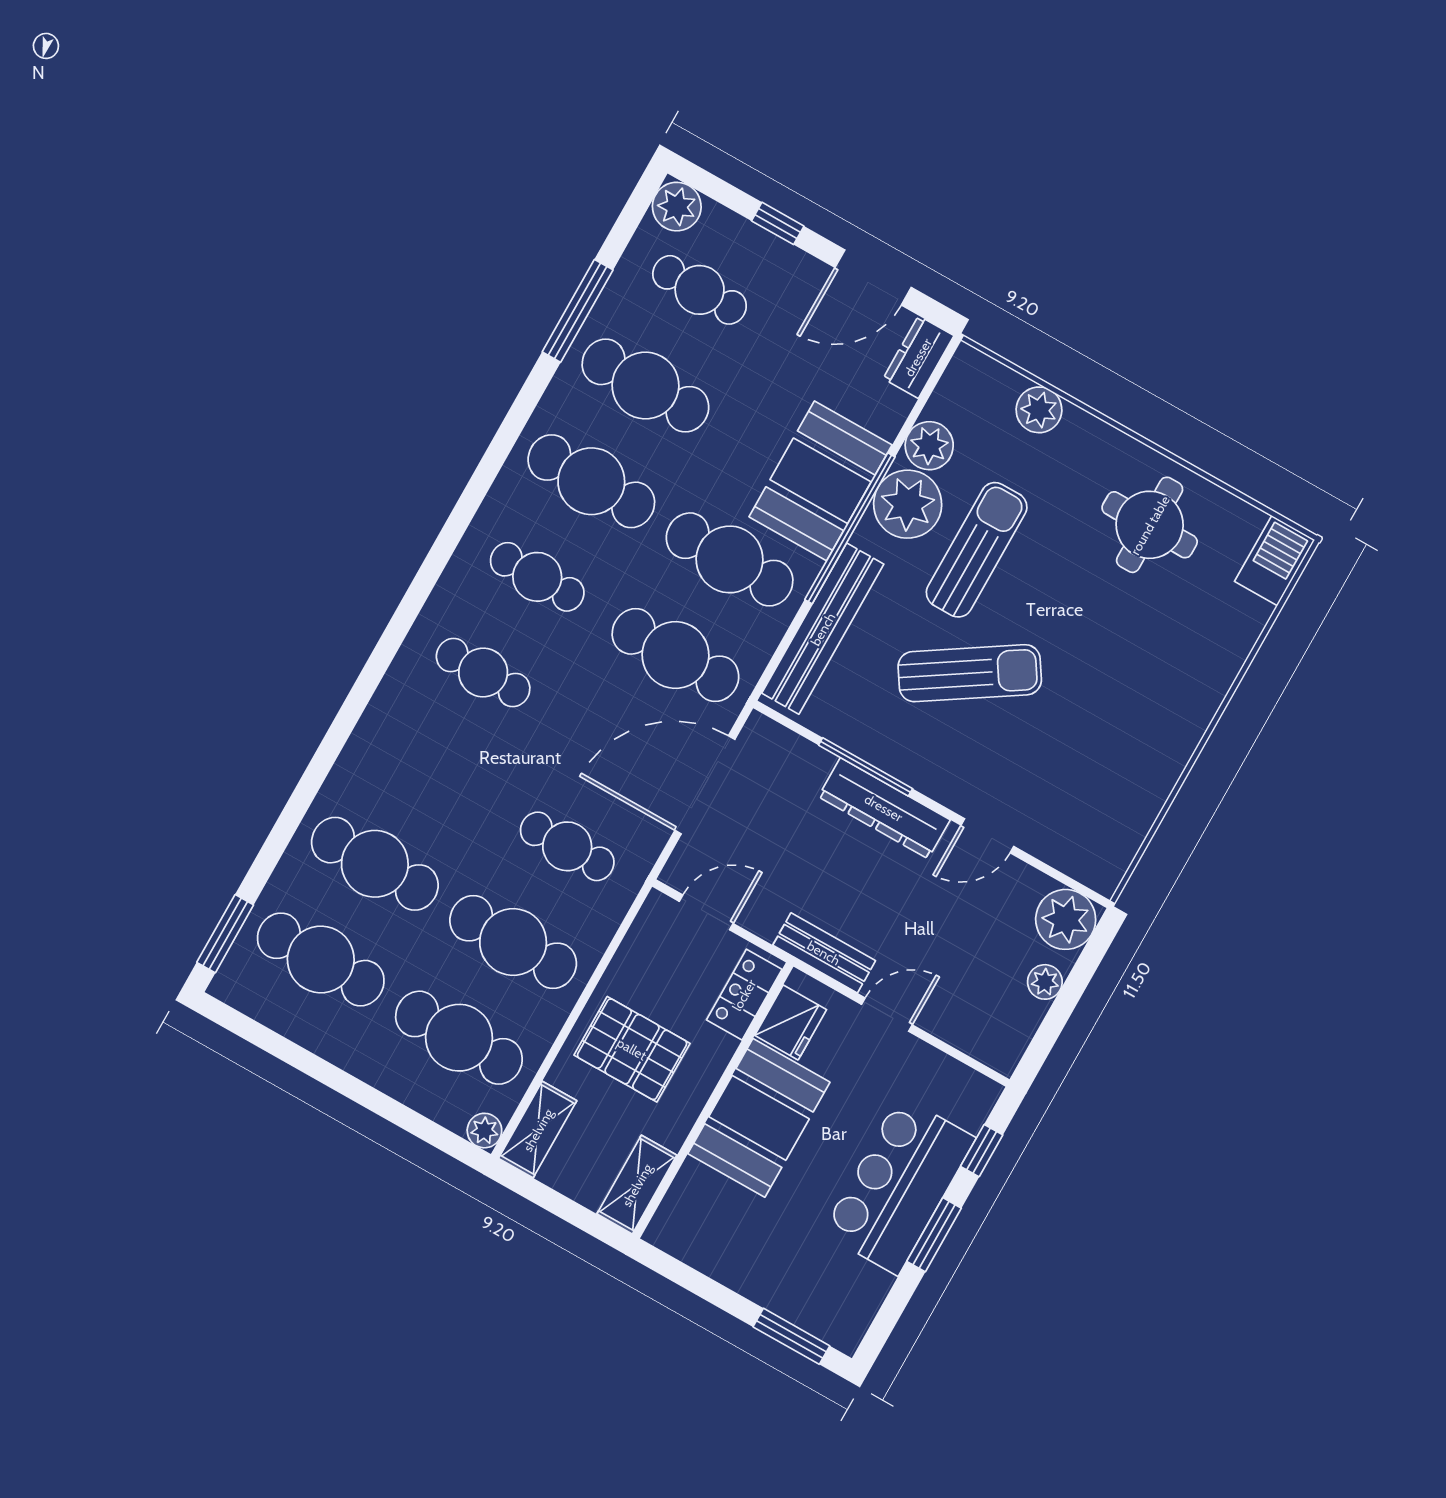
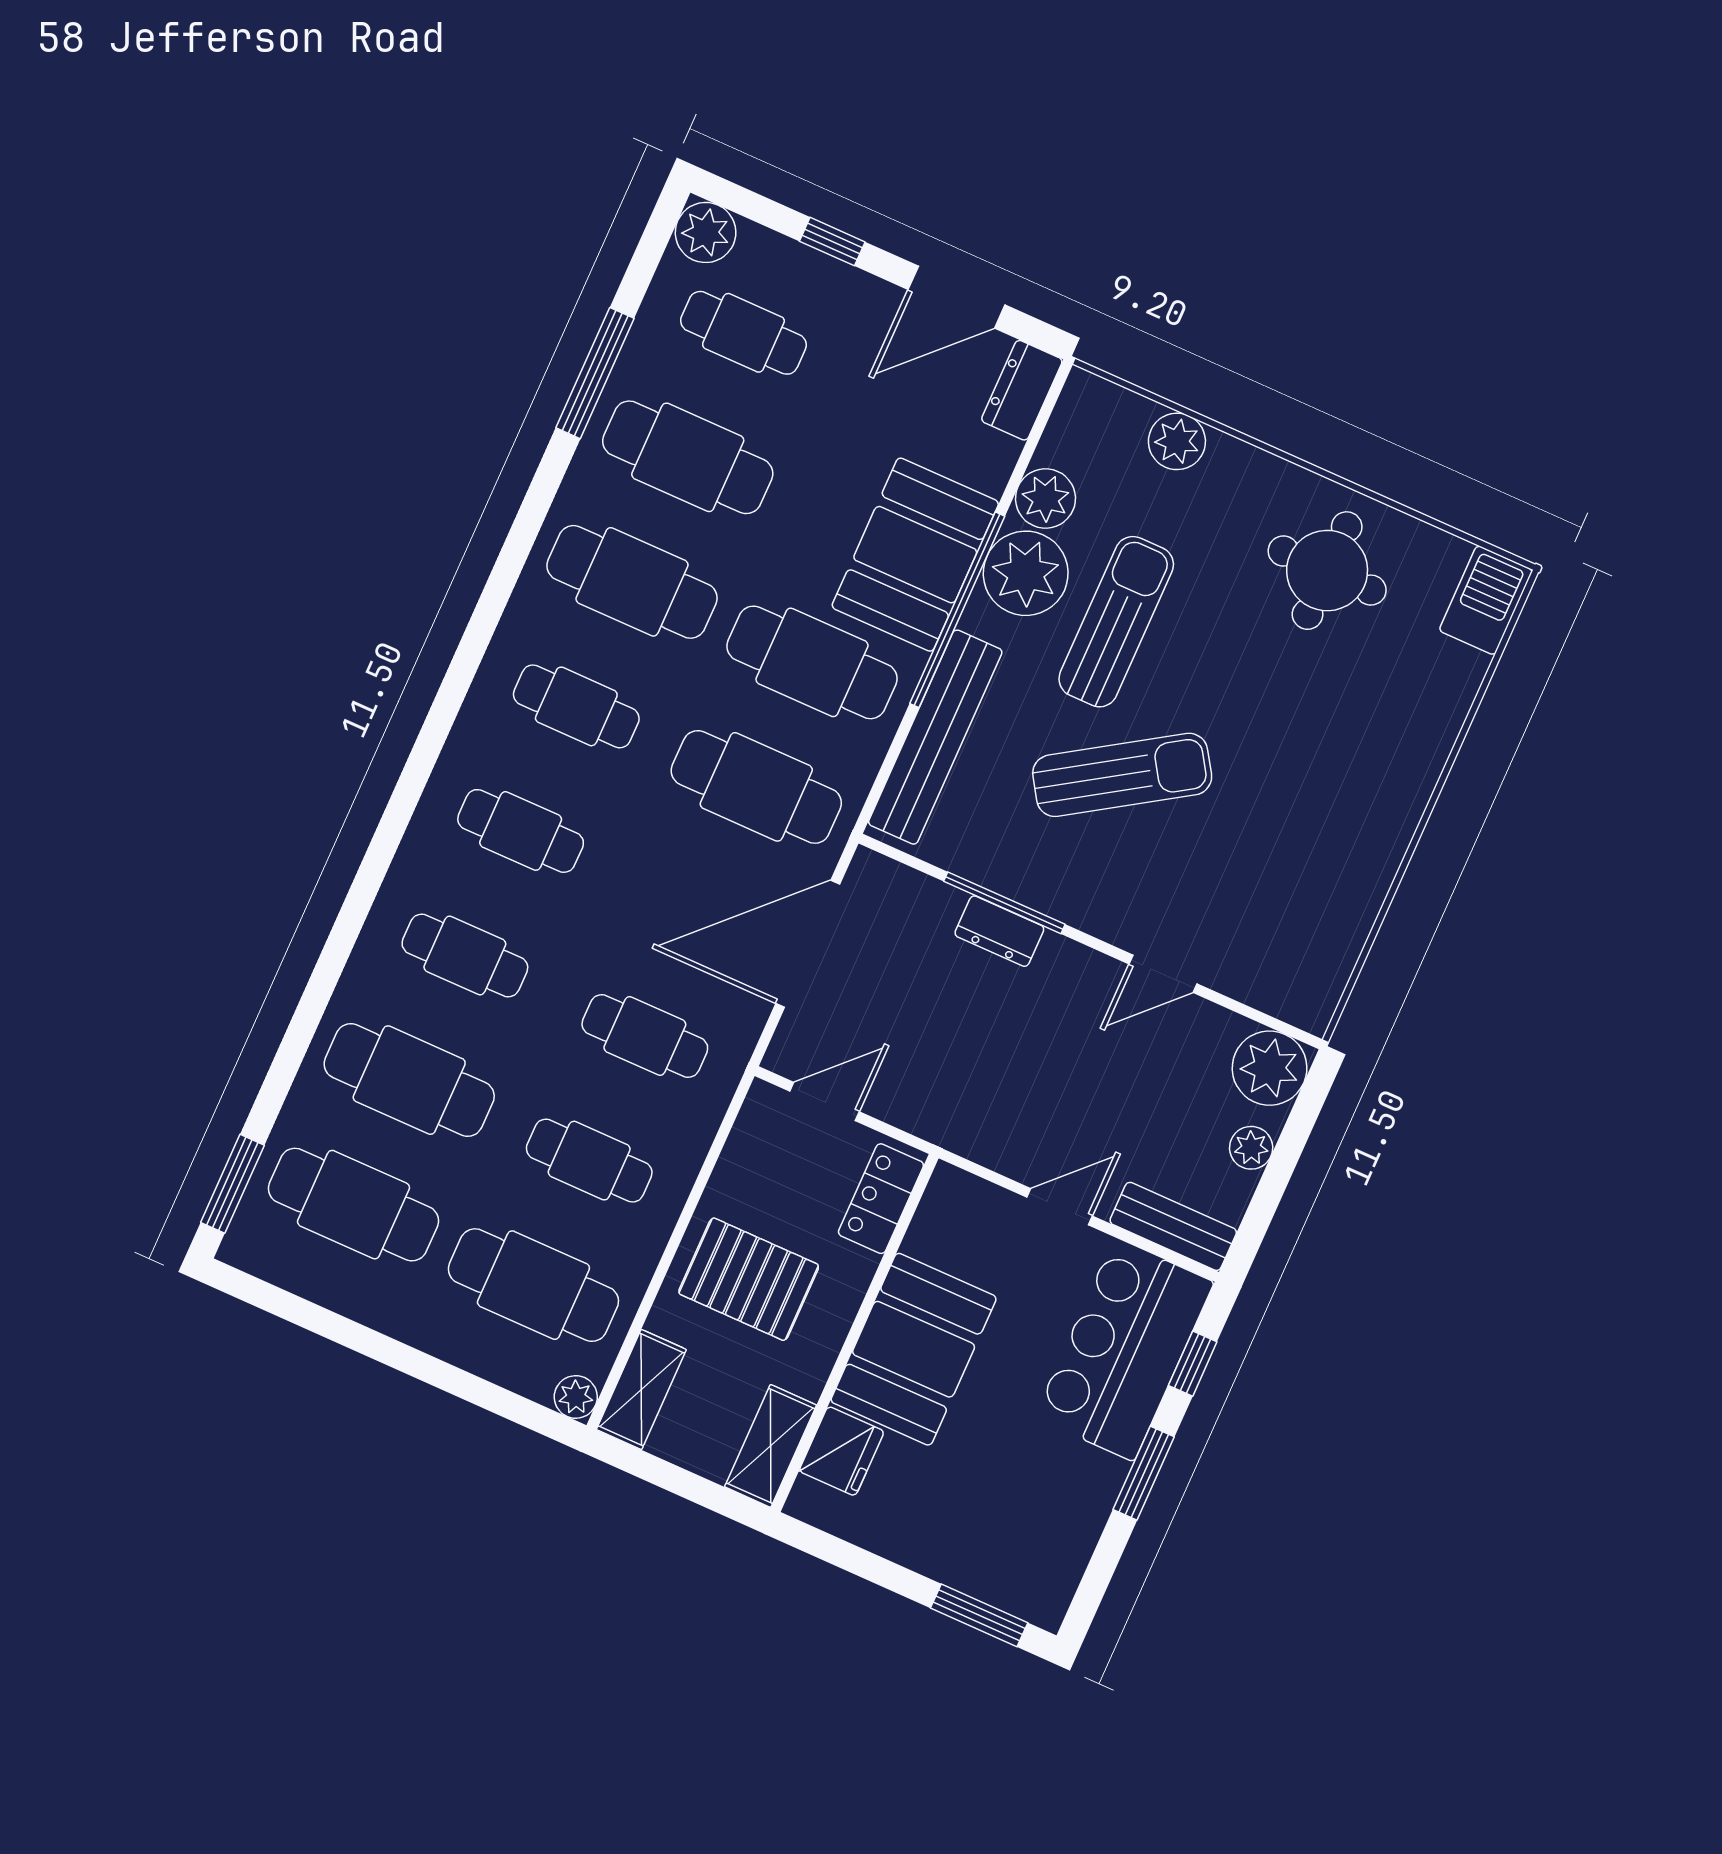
cafe table: (429, 768) -> (465, 956), added
dresser: (884, 808) -> (999, 931), width x0.51, depth x0.80
cafe table: (513, 942) -> (589, 1161), width x0.73, depth x0.74
bench: (824, 953) -> (1173, 1226), moved
fridge: (791, 1022) -> (842, 1451), moved
bar counter: (899, 1185) -> (1124, 1350), moved

